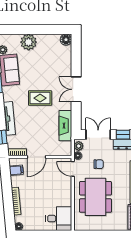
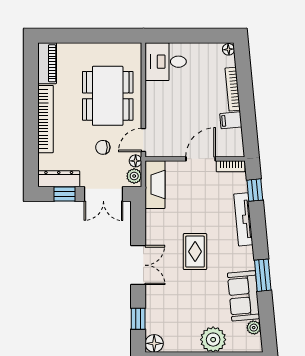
window: (76, 55) -> (138, 319), added
rug: (40, 98) -> (195, 252), turned 90
fireplace: (65, 126) -> (155, 185), moved
door: (73, 169) -> (143, 140), swing flipped
filing cabinet: (16, 170) -> (231, 120), moved

